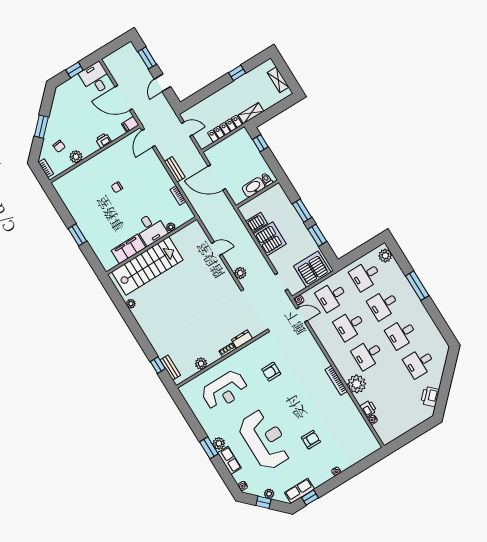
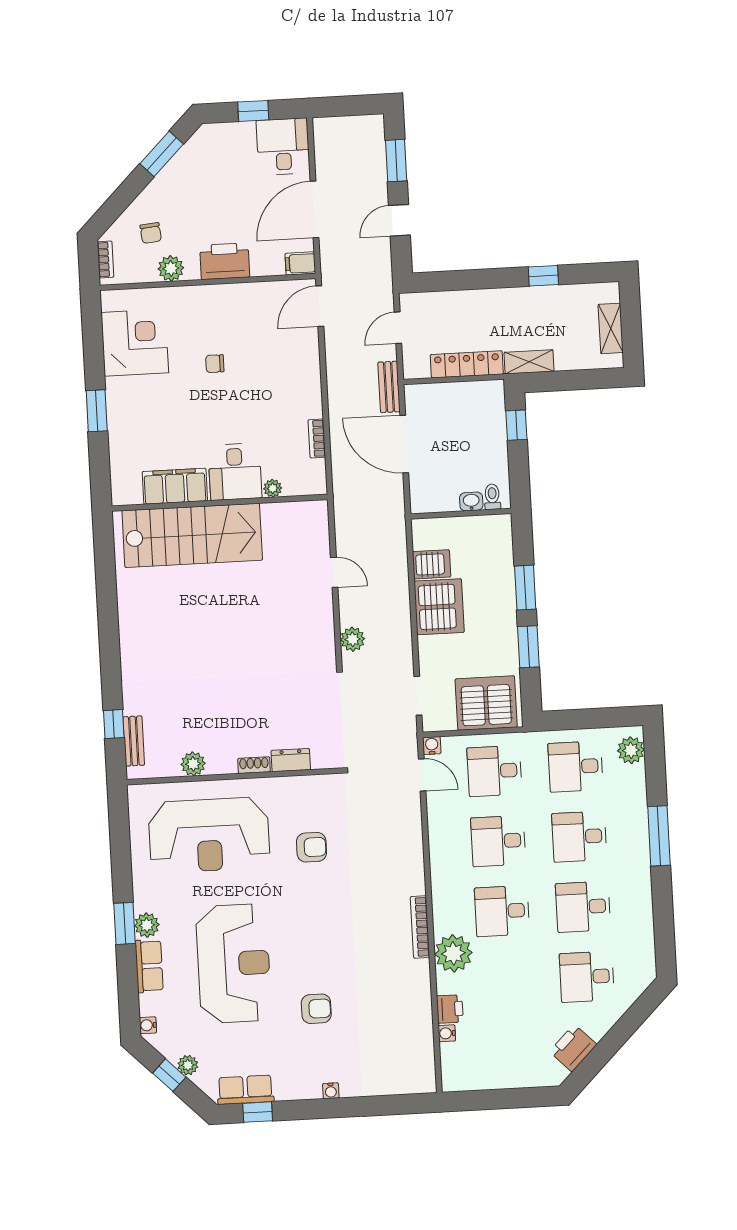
door: (124, 98) -> (315, 209), hinge flipped
window: (41, 127) -> (162, 154), moved
door: (187, 129) -> (398, 328), swing flipped
printer: (103, 141) -> (225, 261), width x1.87, depth x1.48
bench: (175, 169) -> (389, 387), moved
washbasin: (254, 187) -> (471, 502), width x0.52, depth x0.69
corner desk: (78, 197) -> (135, 343), added
plant: (131, 304) -> (125, 587), removed
armchair: (271, 372) -> (311, 847), turned 180
reception desk: (224, 390) -> (209, 835), width x1.36, depth x1.30

